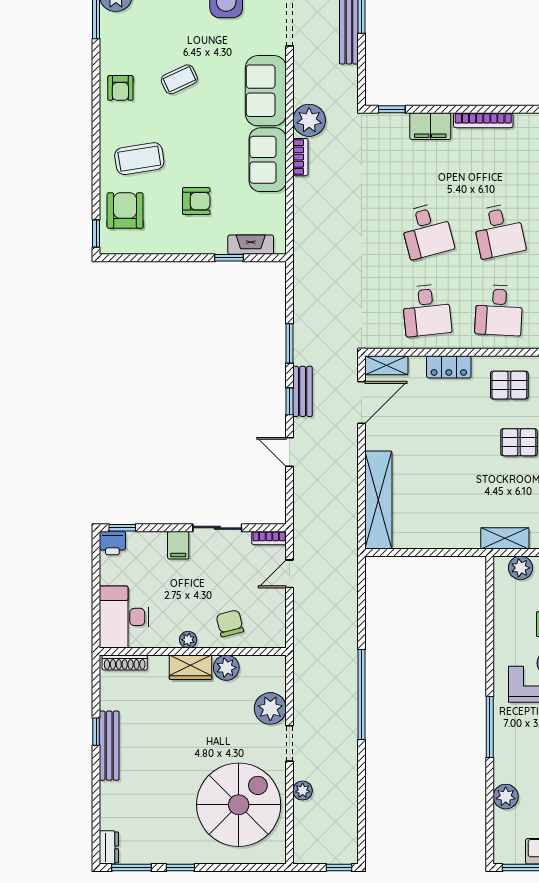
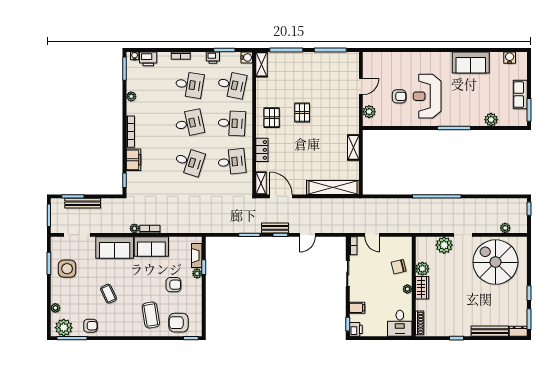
armchair: (120, 88) -> (90, 326), moved
plant: (309, 120) -> (134, 228), width x0.53, depth x0.53
armchair: (196, 201) -> (173, 285), turned 90
desk: (427, 231) -> (189, 162), turned 33
plant: (217, 245) -> (197, 274), added
shelving: (505, 538) -> (353, 147), moved
filing cabinet: (178, 545) -> (357, 308), moved
desk: (124, 617) -> (400, 323), width x0.73
bench: (109, 746) -> (490, 331), moved
plant: (303, 791) -> (505, 228), moved

